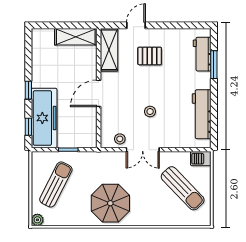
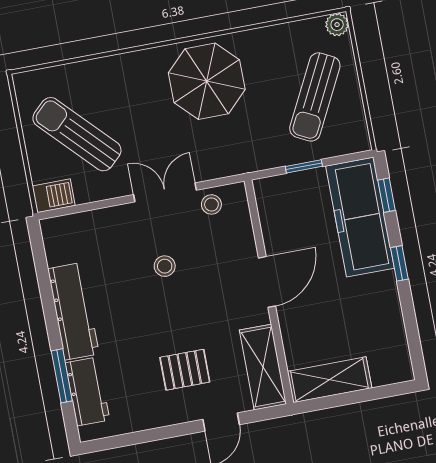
workbench: (202, 114) -> (73, 311), moved

